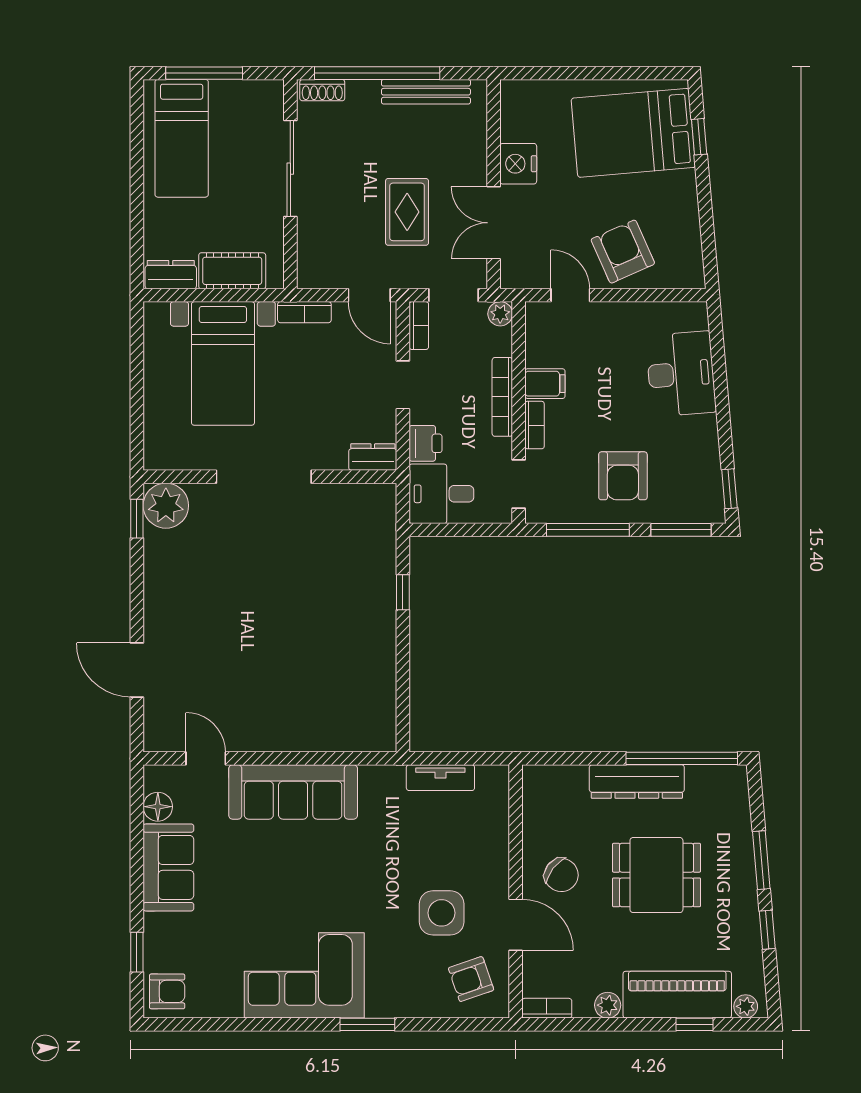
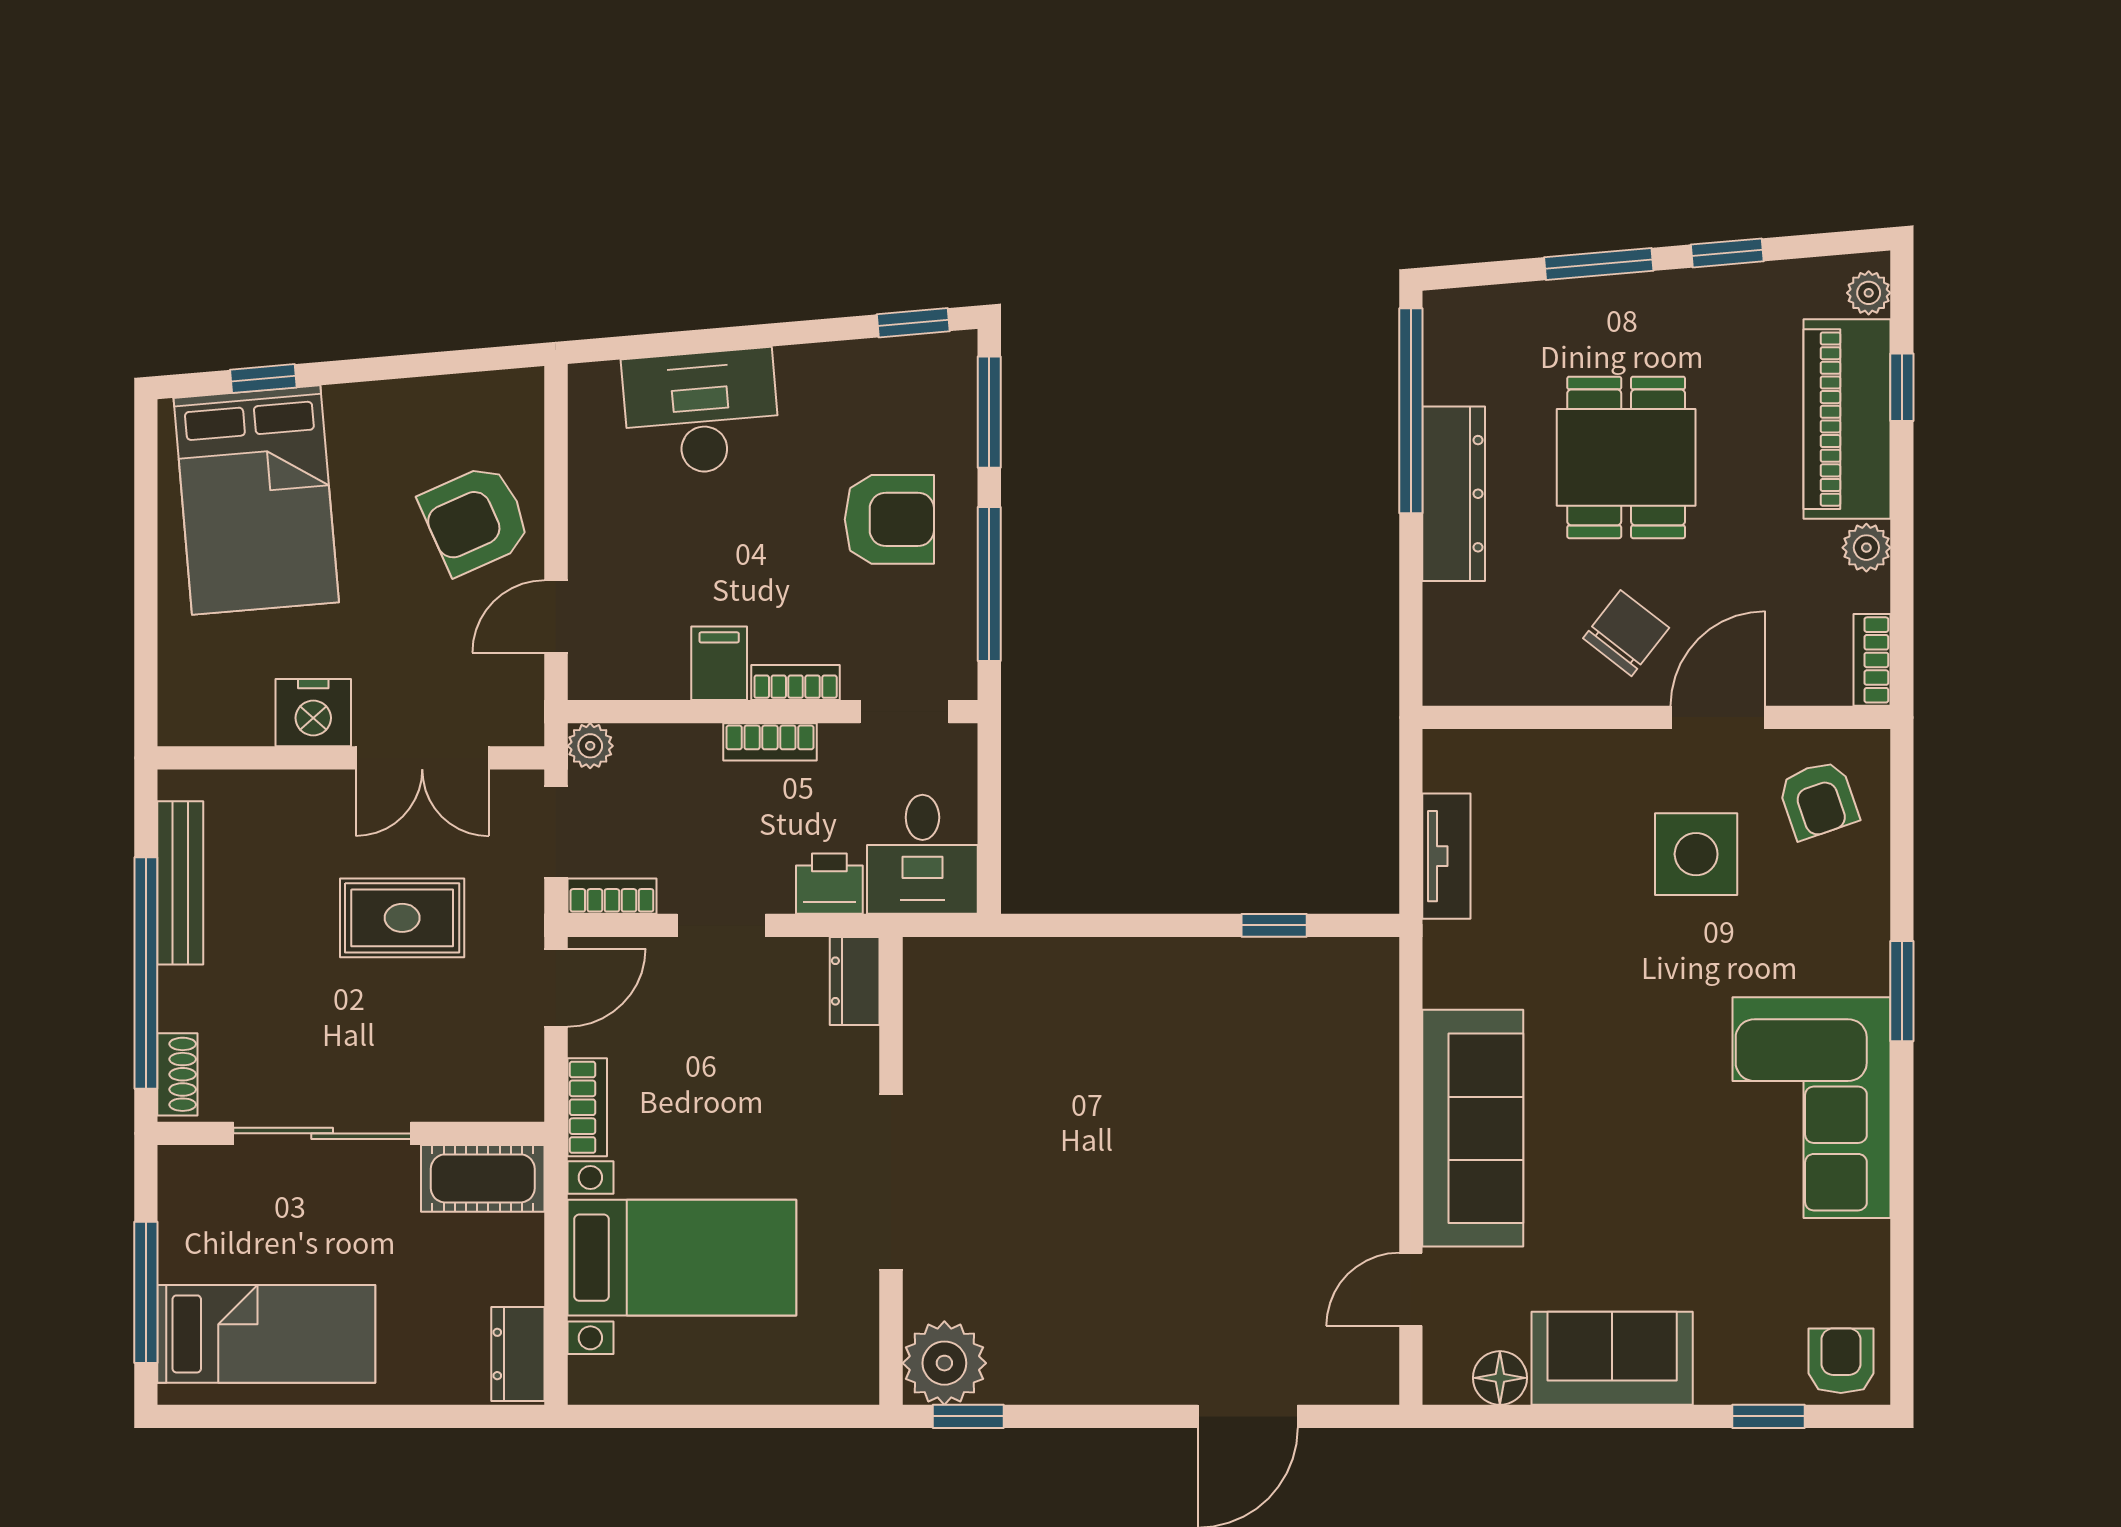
cot: (232, 271) -> (483, 1178), moved, turned 90
bookcase: (502, 397) -> (770, 742), width x0.64
window: (403, 592) -> (1274, 925), moved

